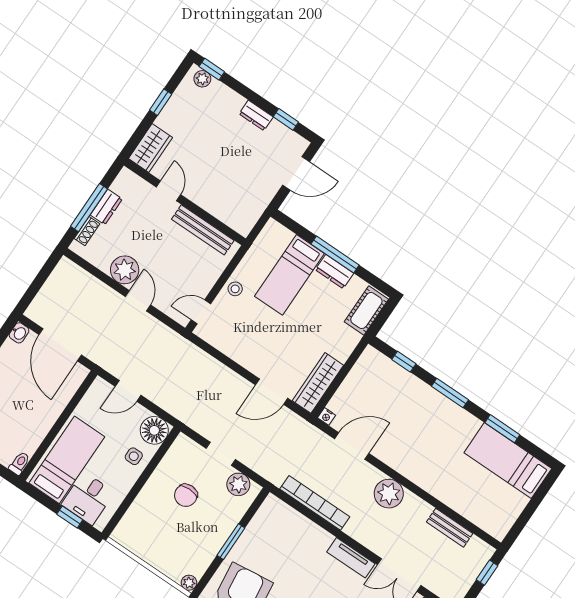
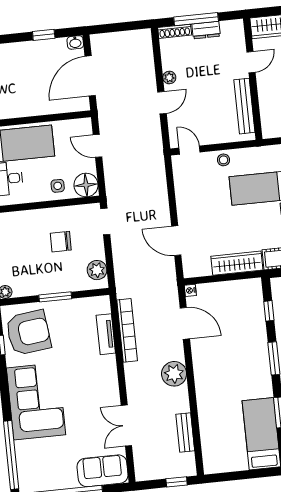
shoe rack: (87, 231) -> (175, 31), width x1.43
plant: (125, 270) -> (169, 77), width x0.53, depth x0.53
wardrobe: (318, 383) -> (237, 263), moved
doorway: (221, 454) -> (105, 222), moved
tv unit: (351, 558) -> (106, 334), moved

